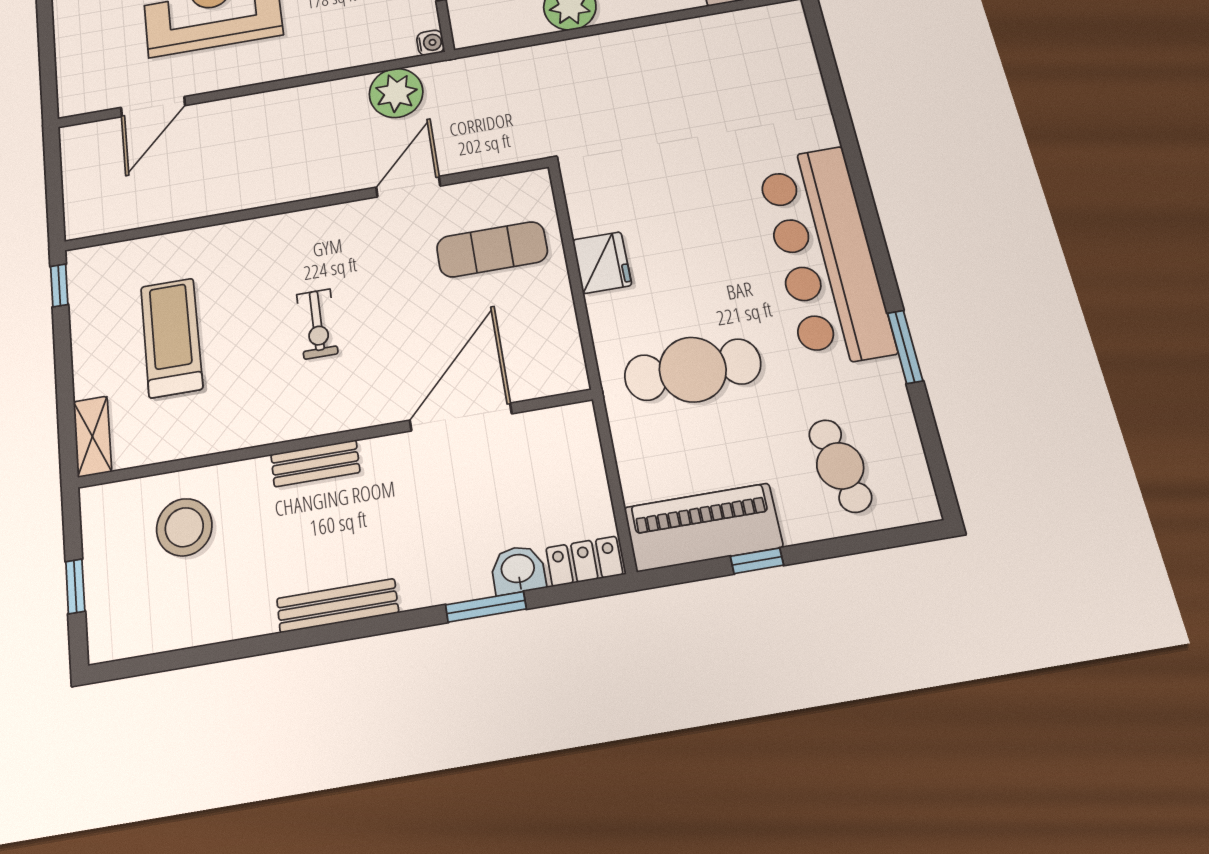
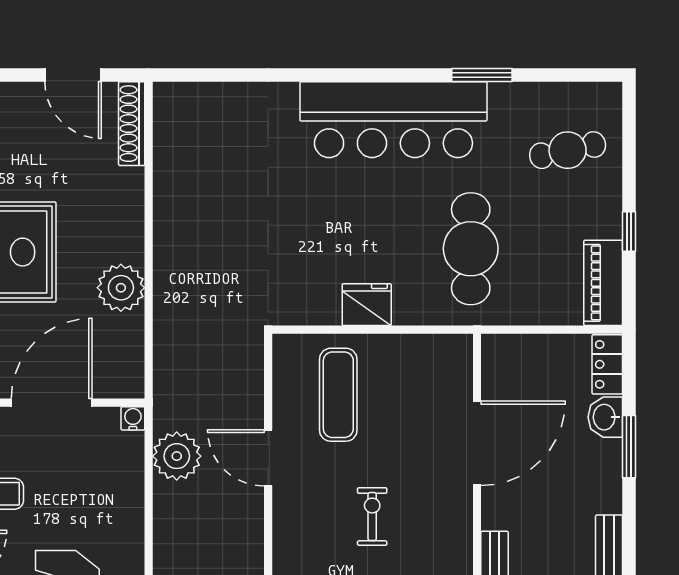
exercise bike: (317, 324) -> (372, 517), moved, turned -90
door: (461, 417) -> (477, 443), swing flipped
piano: (703, 527) -> (603, 283), width x0.73, depth x0.75

